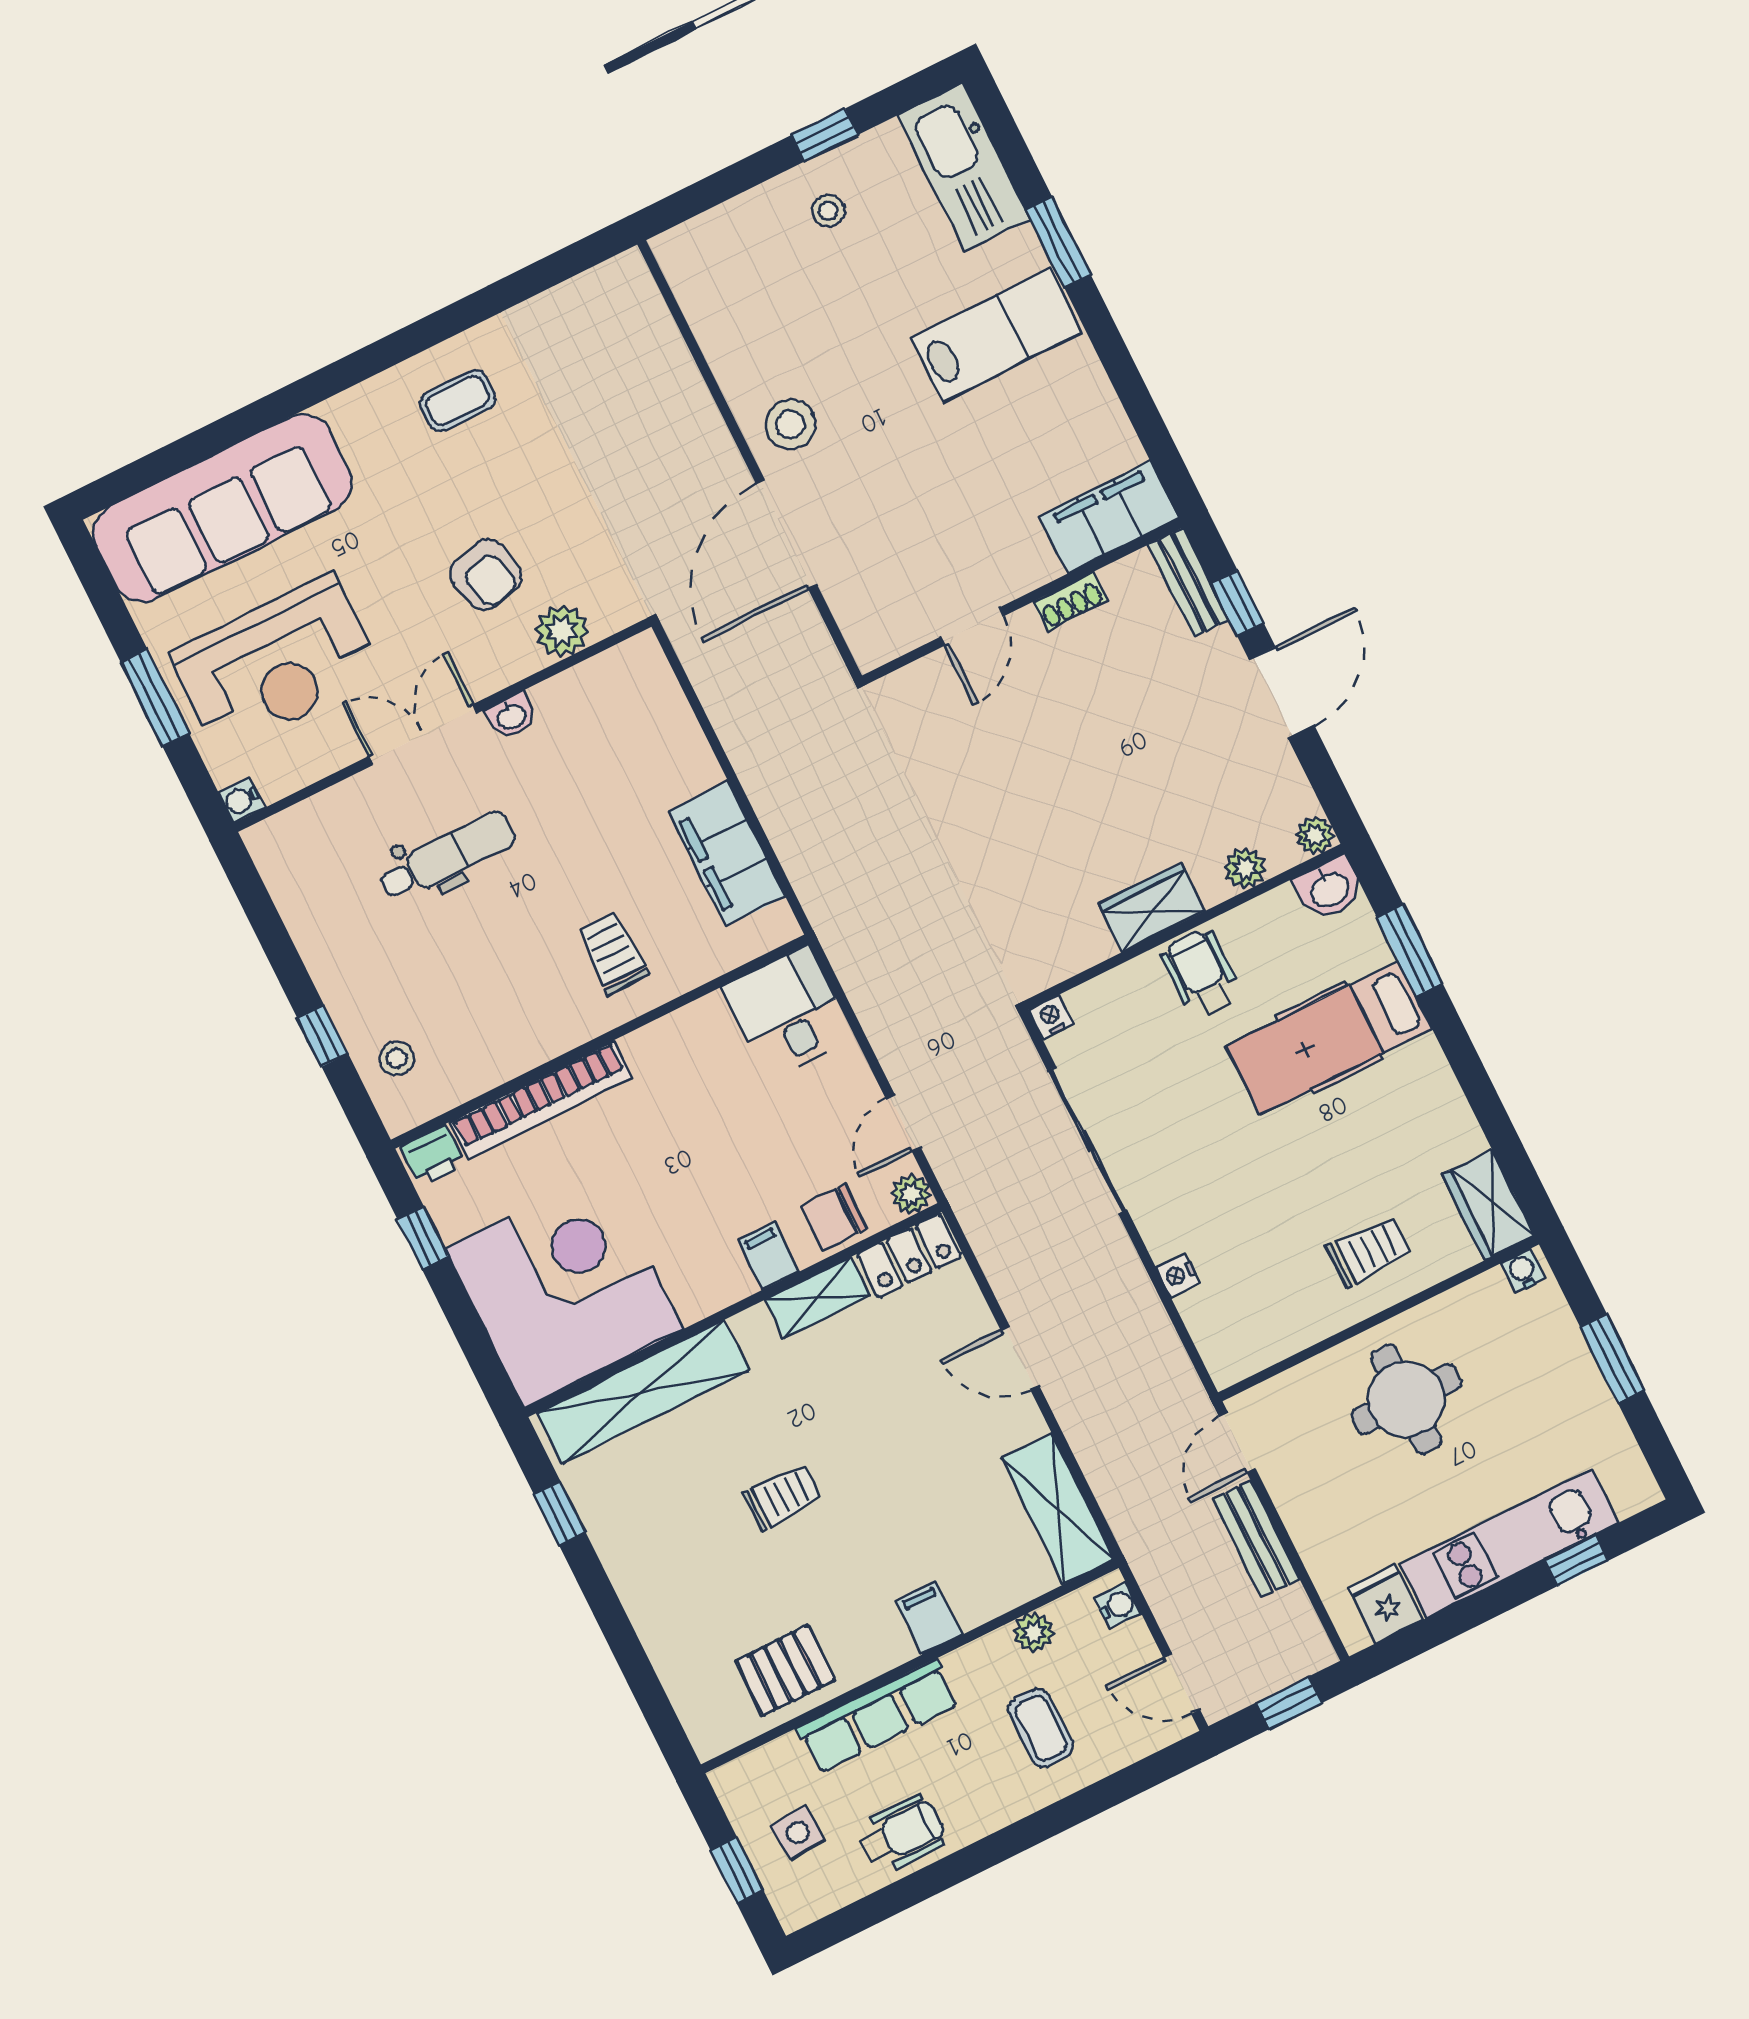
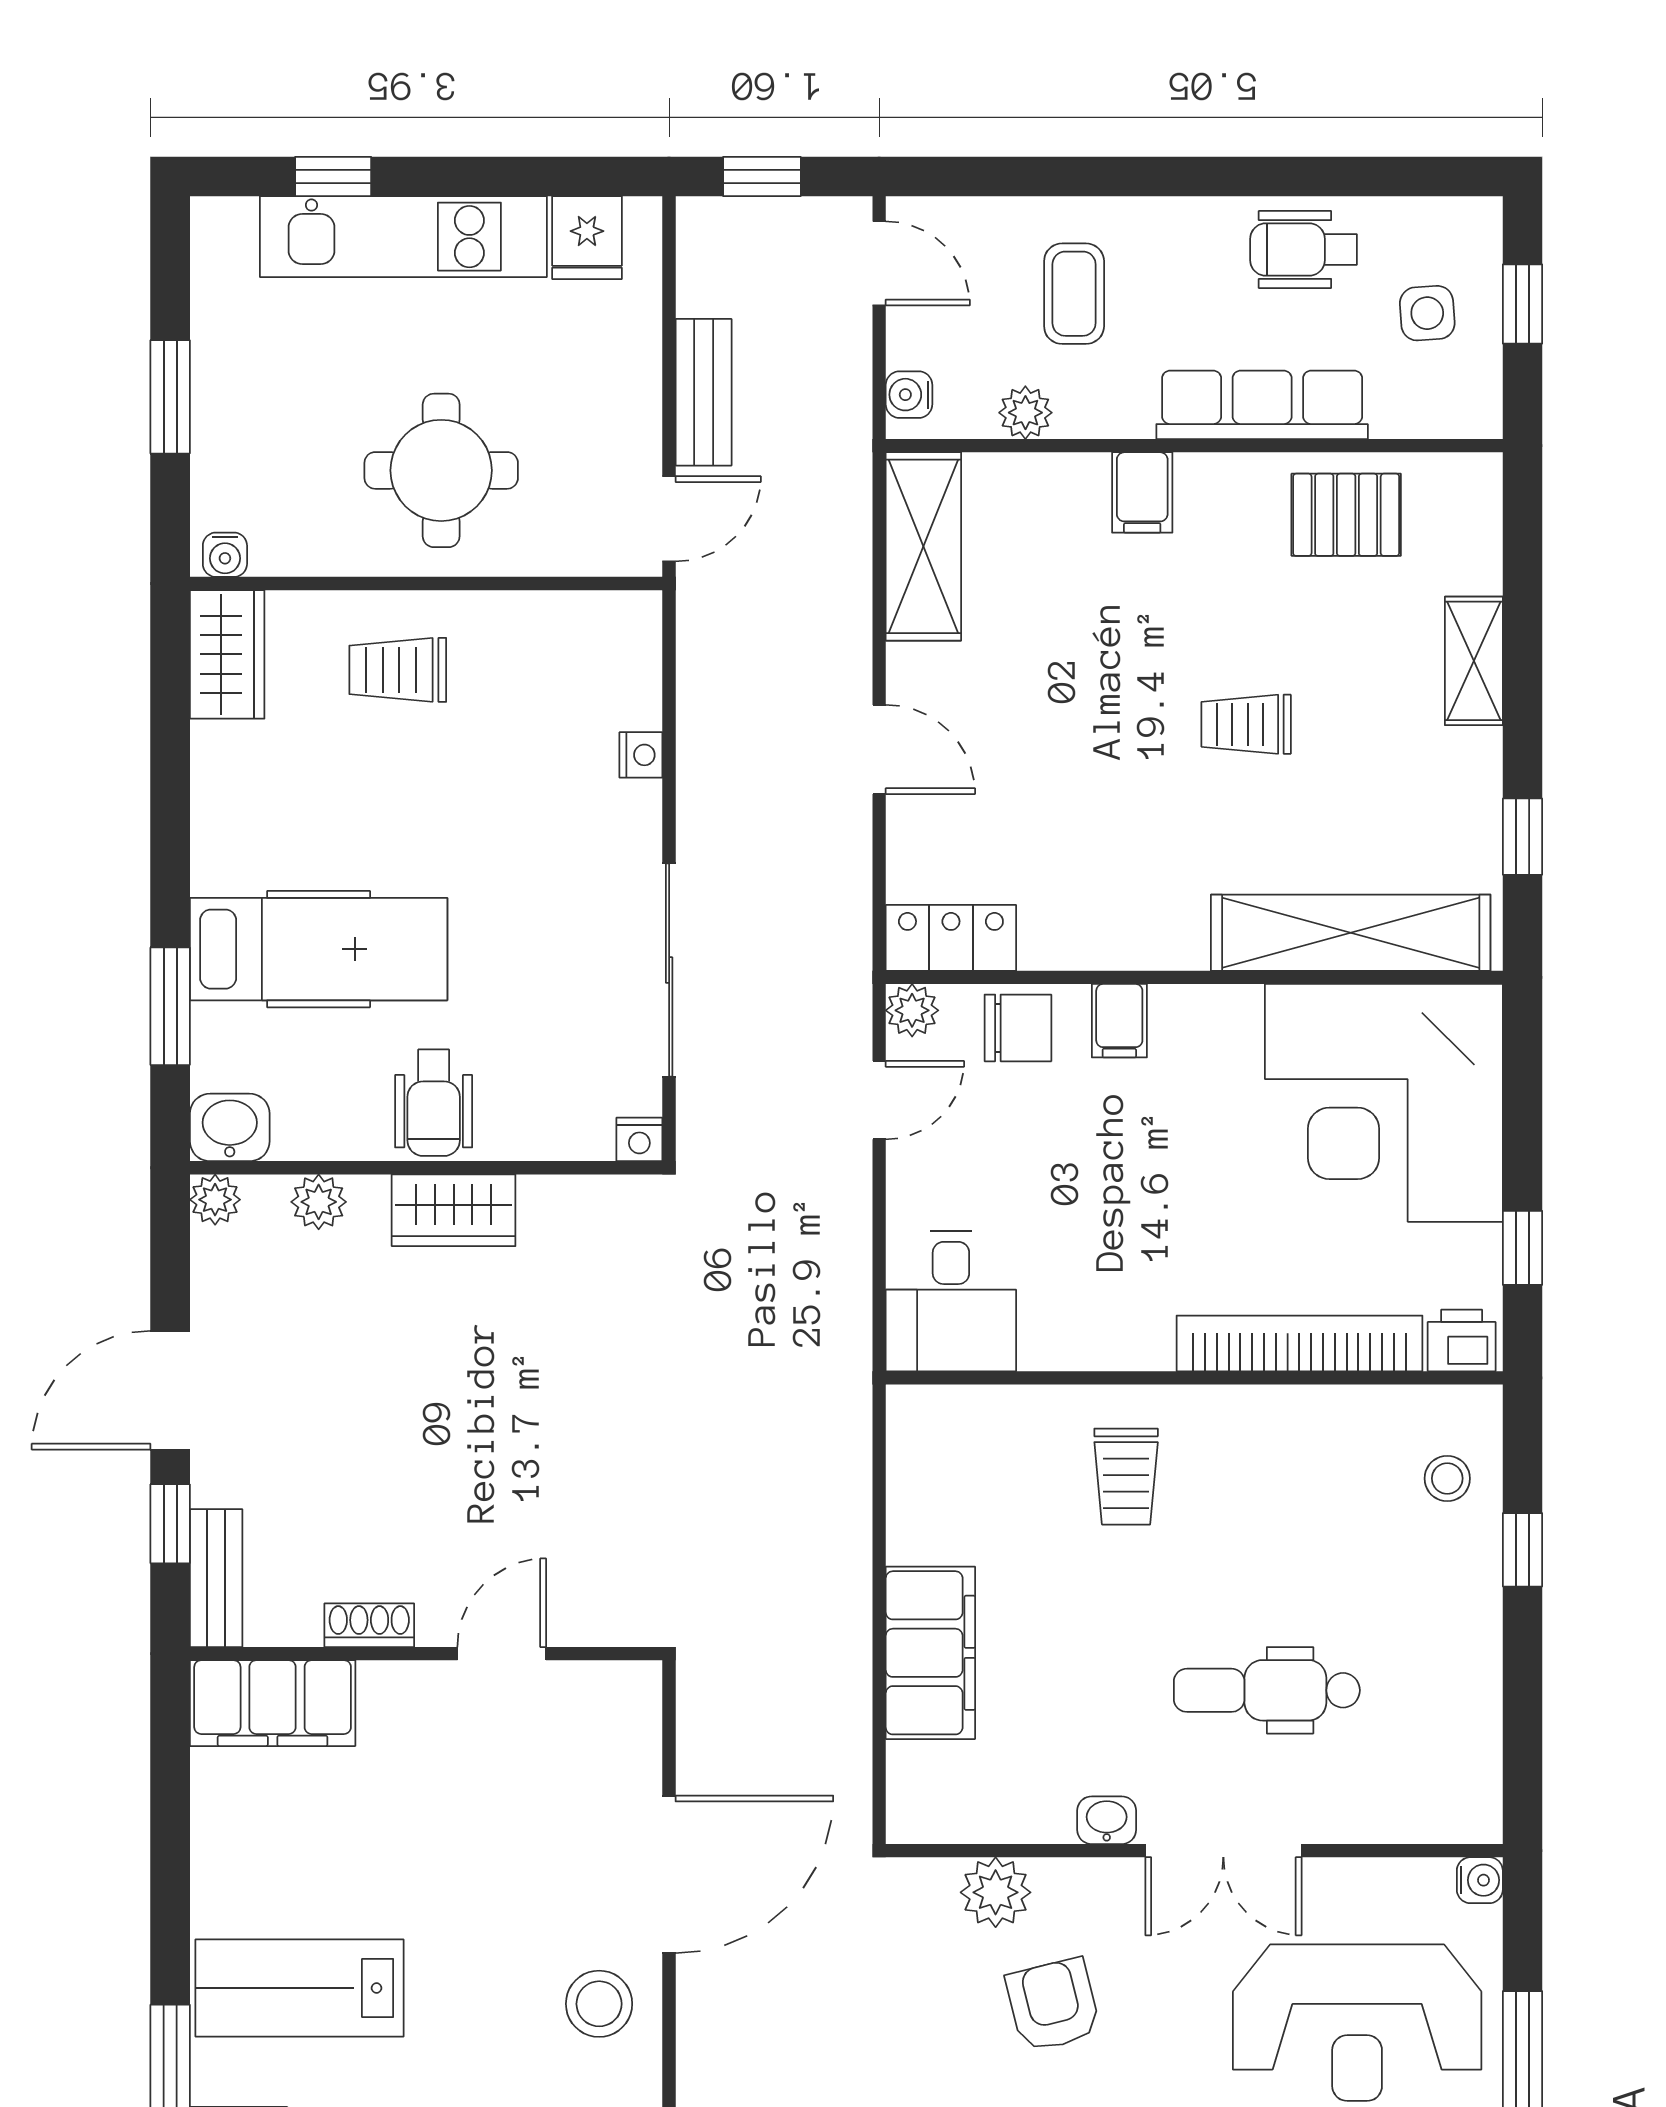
reception desk: (276, 664) -> (1357, 2023), turned 180
filing cabinet: (727, 854) -> (930, 1653), moved
shelving: (817, 1298) -> (1474, 661), moved, turned 90

